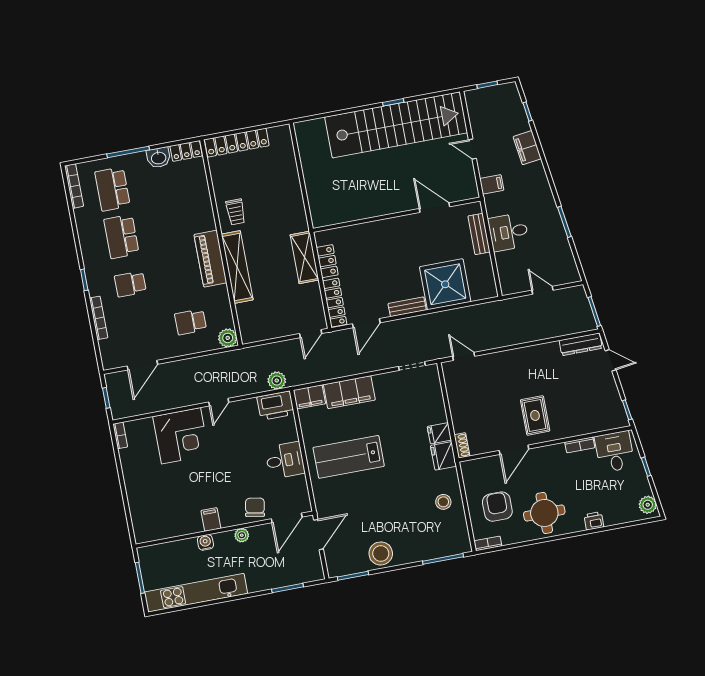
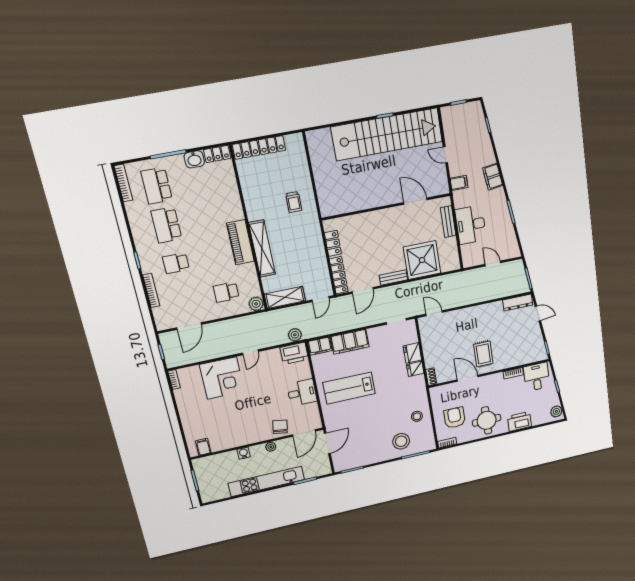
filing cabinet: (527, 148) -> (493, 177), moved
trolley: (236, 212) -> (294, 202), moved
desk: (509, 232) -> (471, 225), width x1.37
shelving: (304, 257) -> (285, 297), moved, turned 90
door: (514, 450) -> (468, 378), swing flipped
fridge: (443, 456) -> (412, 353), moved
filing cabinet: (211, 519) -> (203, 447), moved
printer: (594, 521) -> (519, 421), width x1.87, depth x1.48
stool: (381, 553) -> (401, 441), moved
kitchen unit: (196, 593) -> (267, 481), moved

